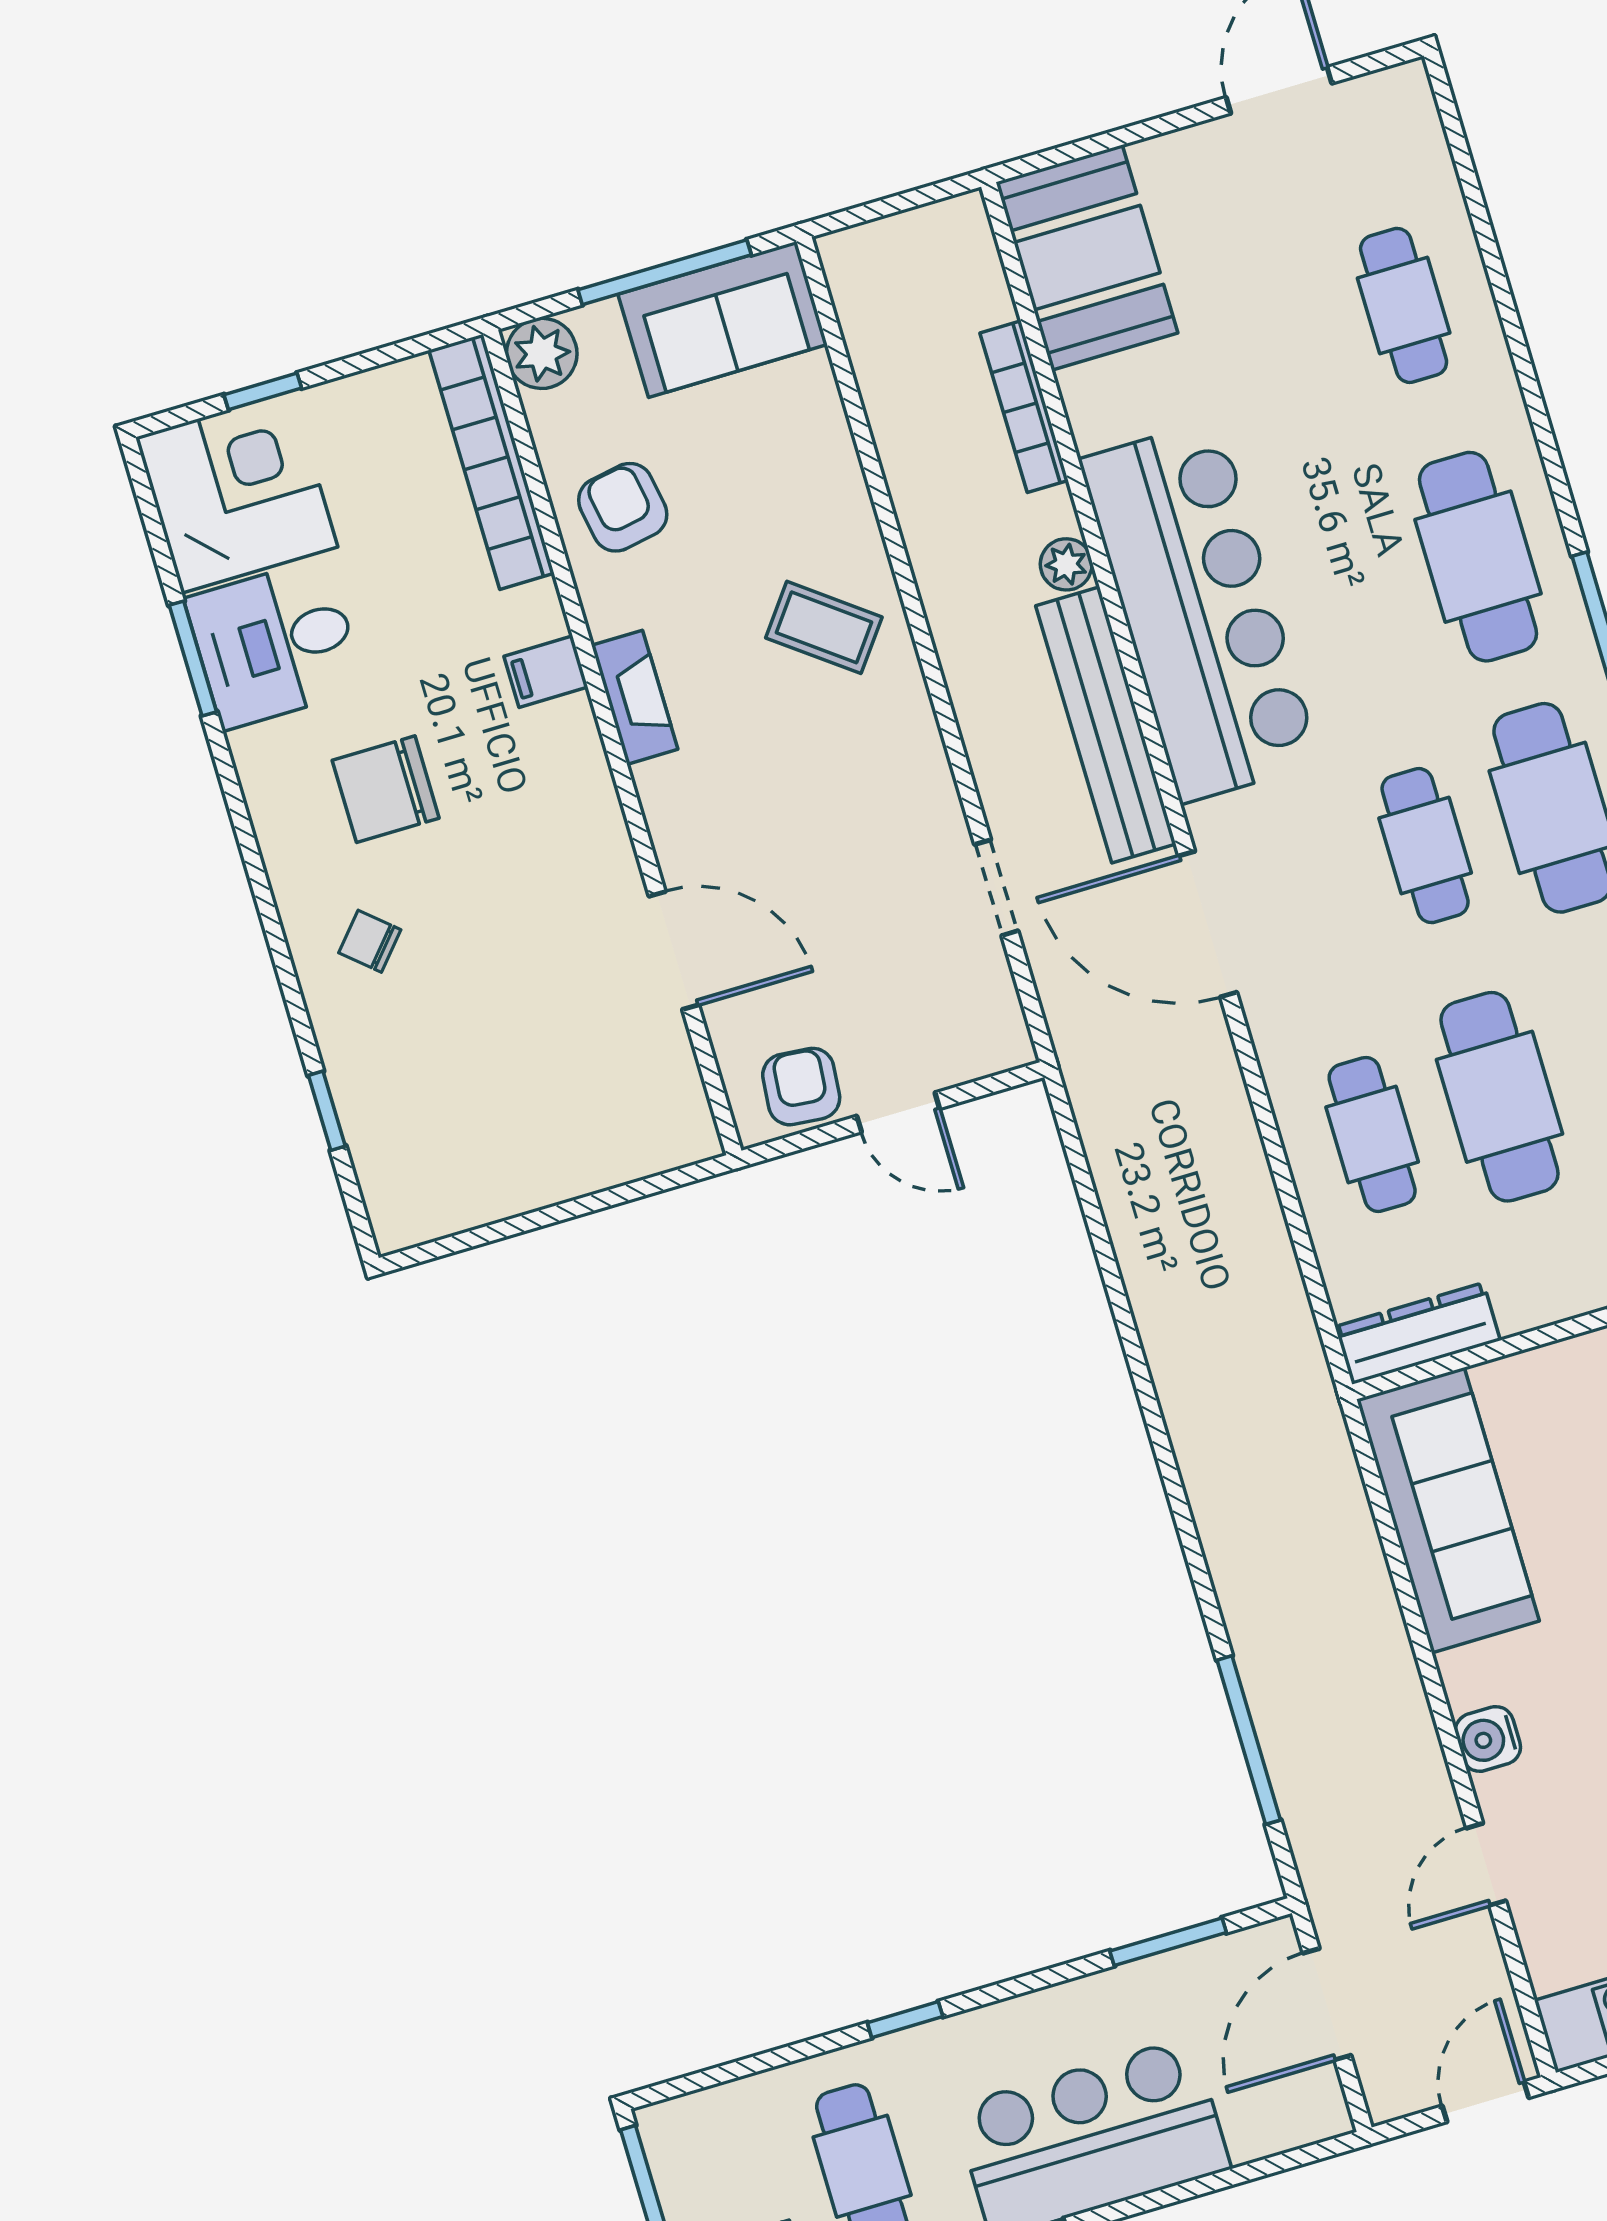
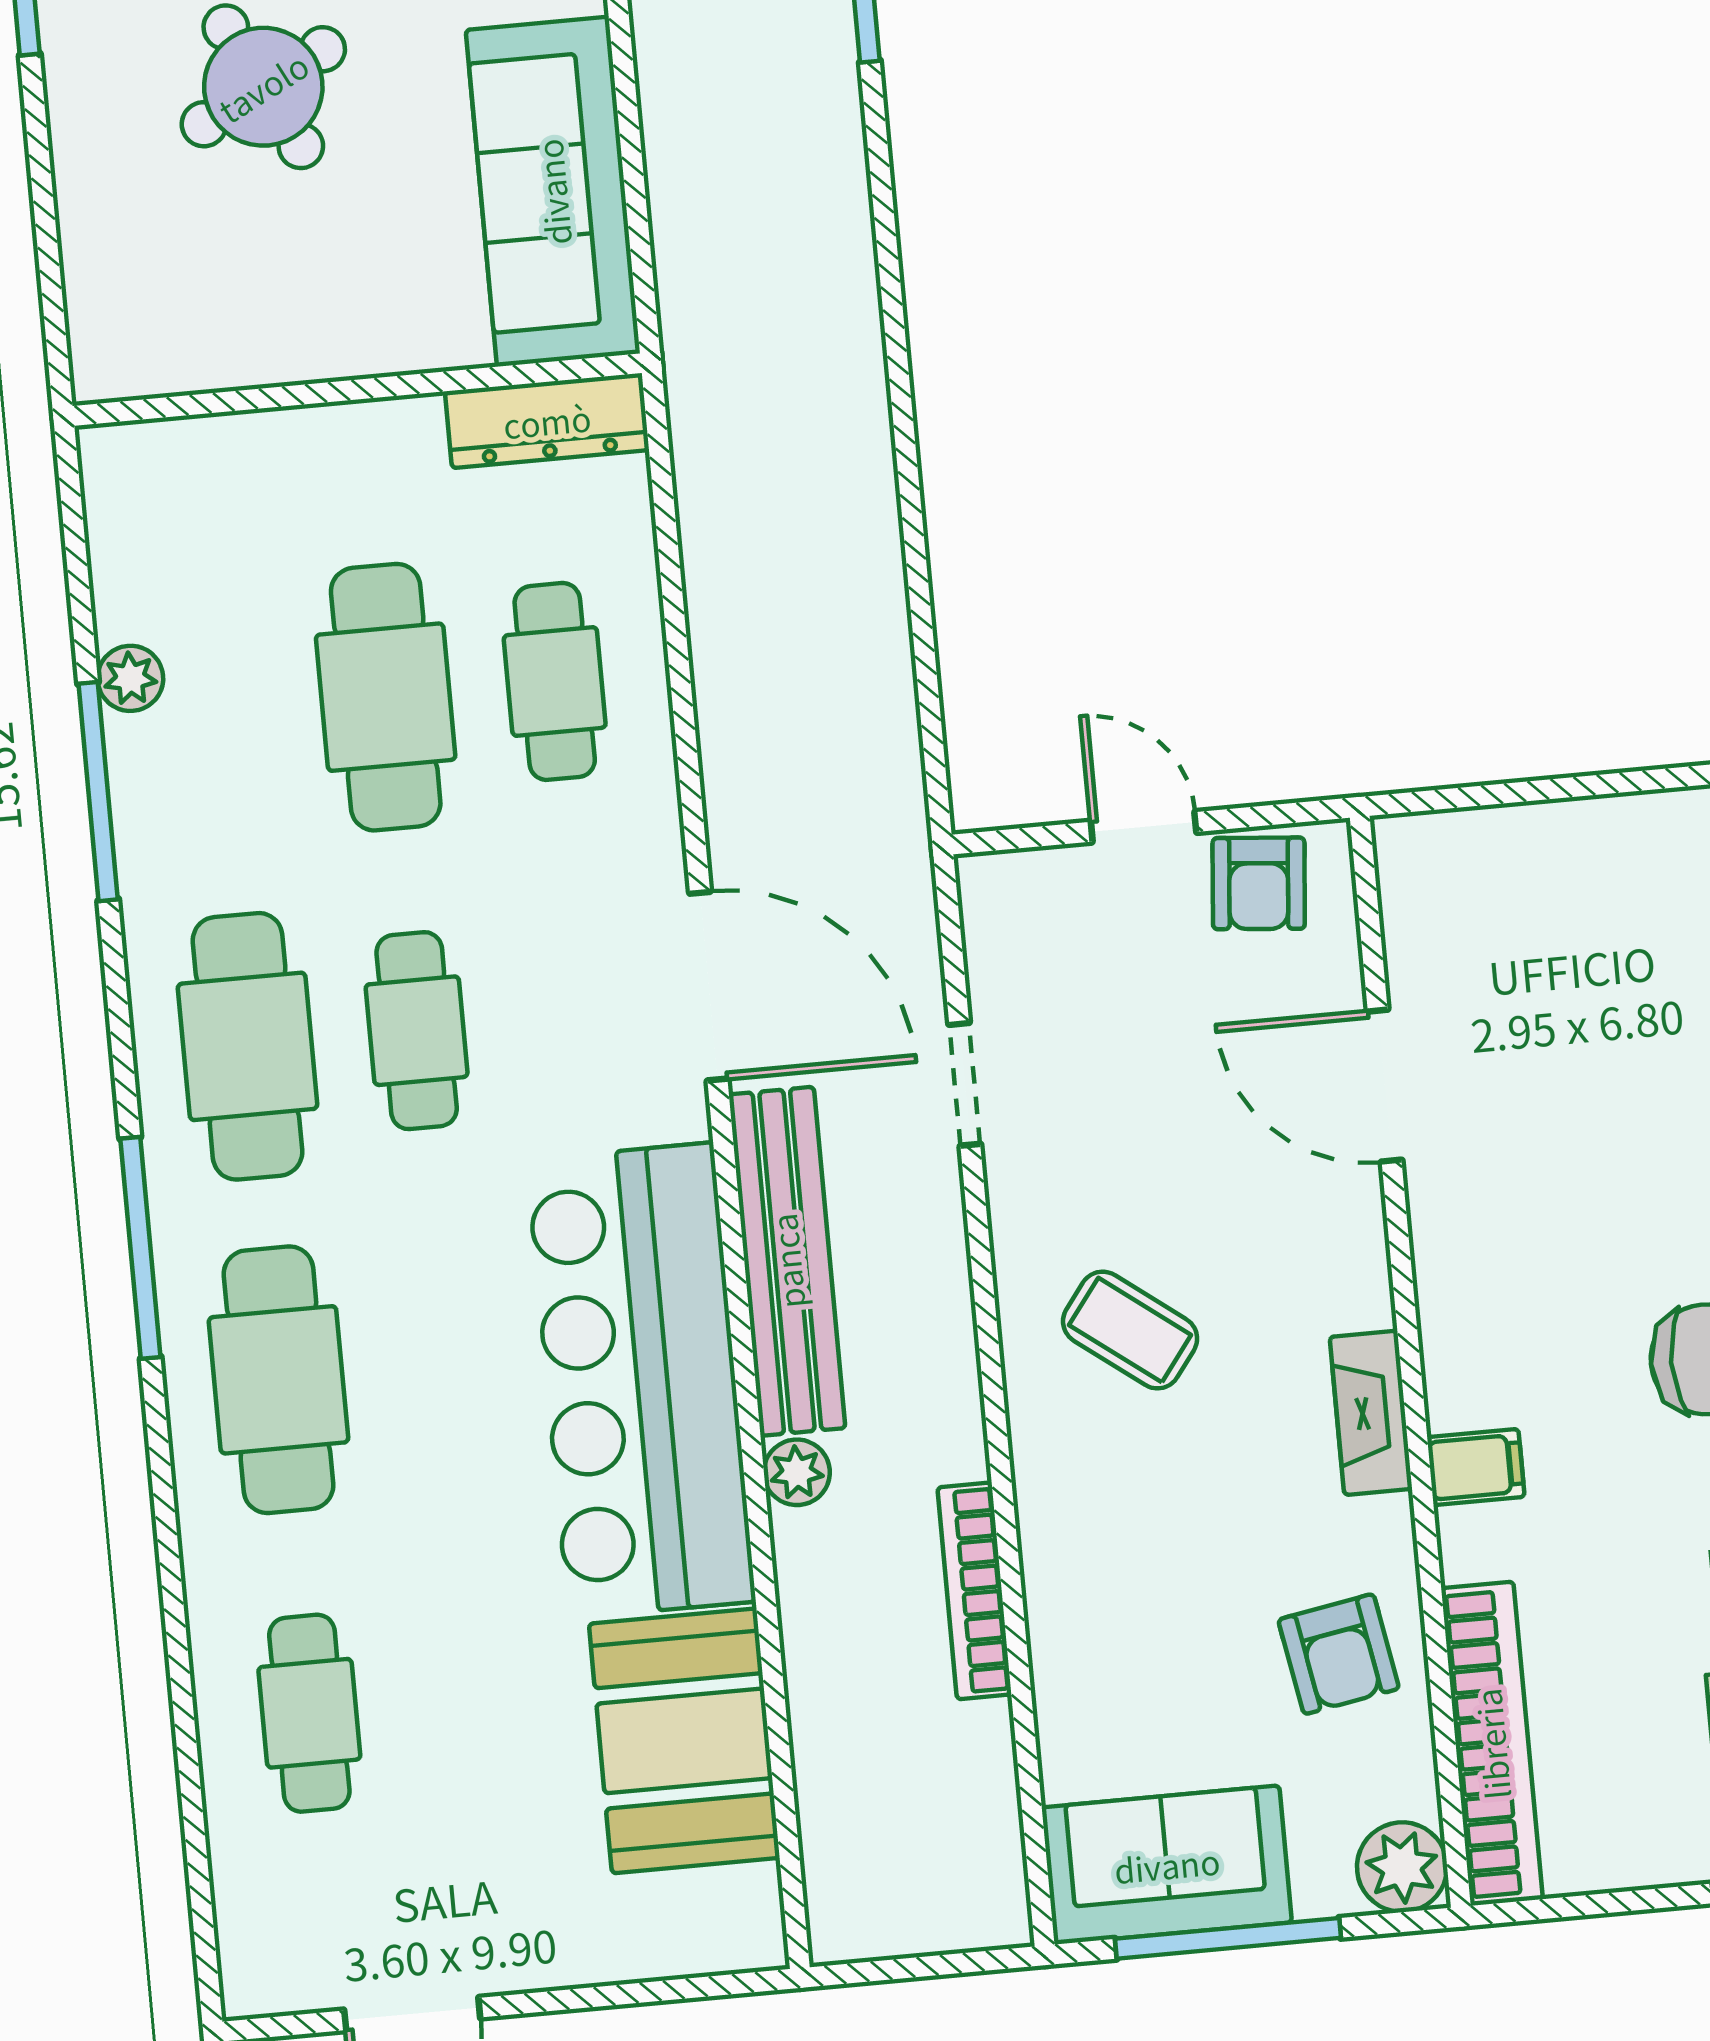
booth: (1087, 258) -> (684, 1741), moved
bookcase: (1024, 407) -> (974, 1591), moved, turned 180
coffee table: (824, 627) -> (1130, 1330), moved

